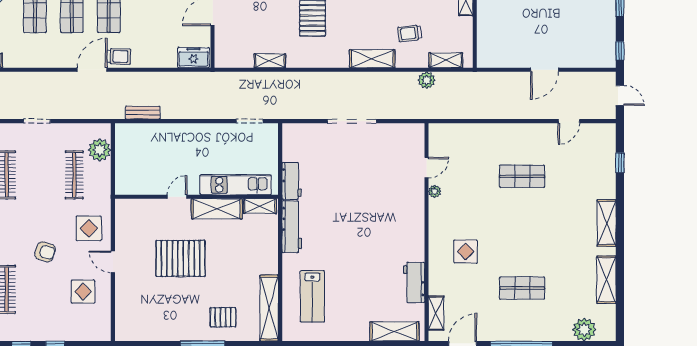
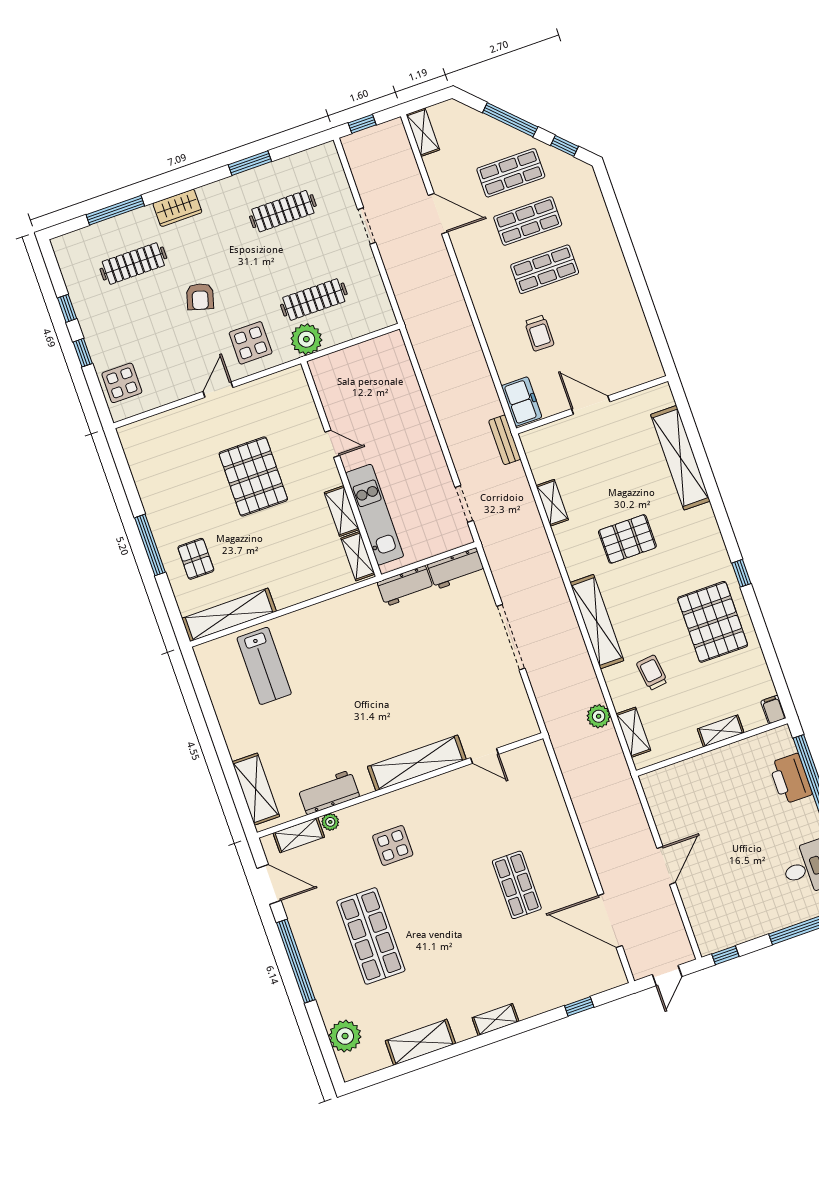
trolley: (119, 56) -> (539, 333), moved
shelving: (372, 59) -> (597, 622), width x1.47
door: (92, 70) -> (438, 214), moved
door: (545, 70) -> (666, 865), swing flipped
bench: (143, 113) -> (505, 440), moved
door: (569, 121) -> (610, 921), width x1.88
plant: (100, 150) -> (306, 339), moved
plant: (435, 191) -> (330, 822), moved
shelving: (217, 209) -> (342, 511), width x0.67, depth x0.75
shelving: (415, 215) -> (417, 763), added
shelving: (607, 223) -> (495, 1020), width x0.67, depth x0.75
workbench: (292, 227) -> (456, 568), moved, width x0.73
shop shelf: (522, 288) -> (371, 936), width x1.43, depth x1.36
display table: (83, 292) -> (122, 383), moved
lab bench: (312, 296) -> (264, 666), turned -90

